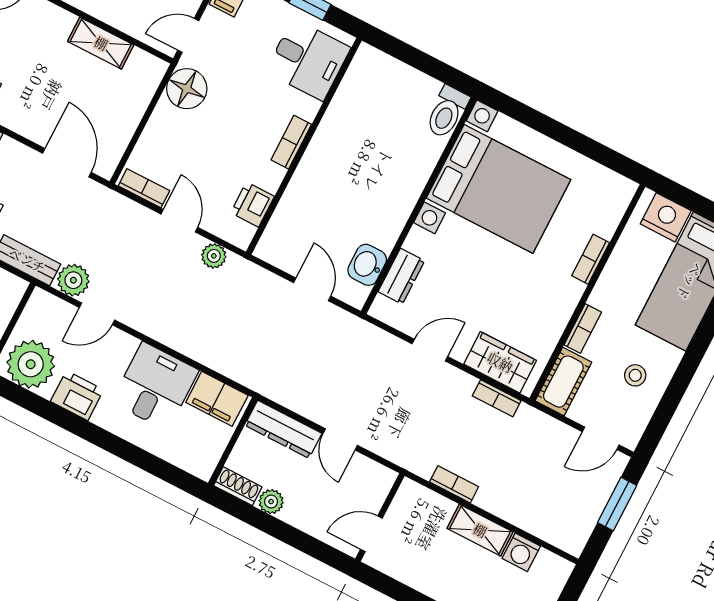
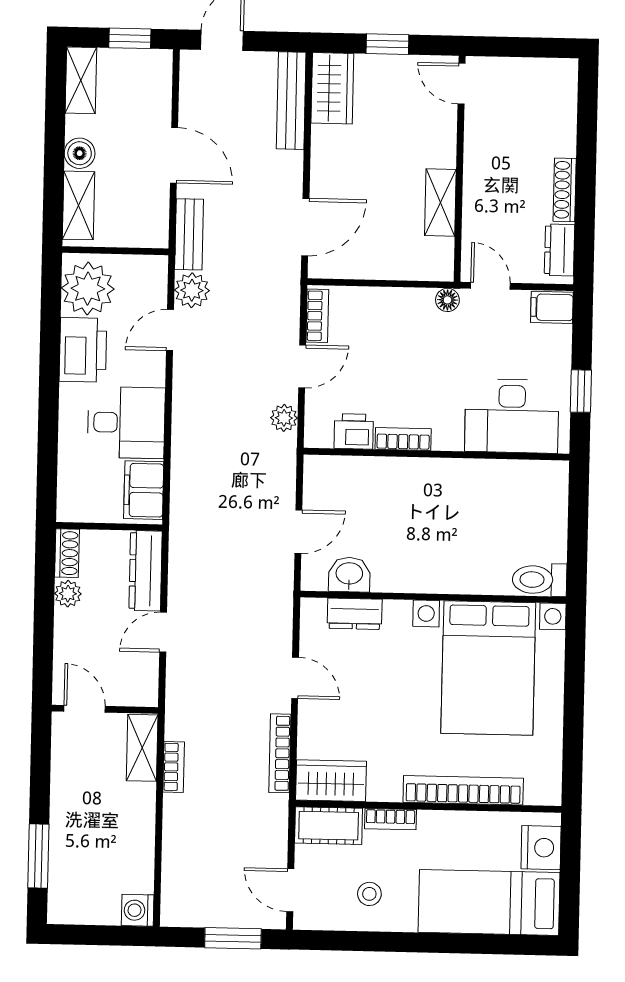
desk: (308, 60) -> (512, 416), width x1.37
floor lamp: (187, 89) -> (447, 300), width x0.53, depth x0.53
bookcase: (291, 142) -> (403, 439), moved
bookcase: (591, 259) -> (463, 790), width x2.31, depth x1.31
door: (97, 314) -> (170, 330), hinge flipped
wardrobe: (500, 362) -> (331, 781), moved, turned -90
printer: (77, 396) -> (83, 350), width x1.37, depth x1.19
bookcase: (497, 398) -> (280, 753), width x1.56
shelving: (480, 530) -> (142, 748), moved
washing machine: (521, 552) -> (138, 910), moved

